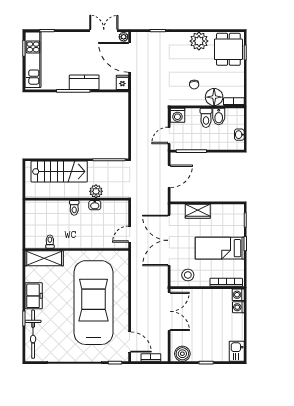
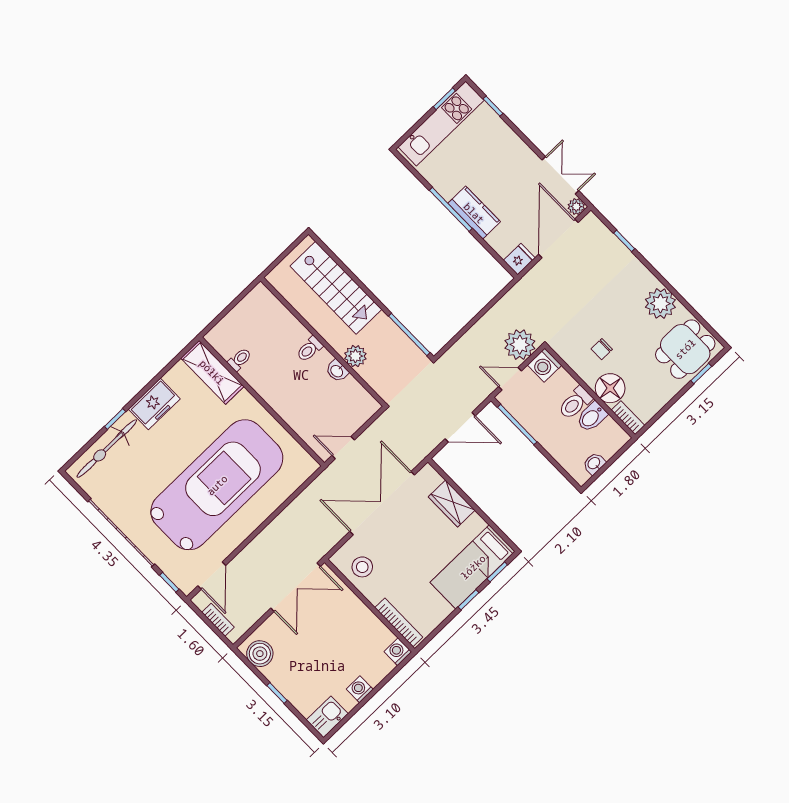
plant: (159, 117) -> (520, 345), added
bed: (220, 248) -> (473, 567), moved, turned -90
washing machine: (238, 307) -> (360, 689), moved

